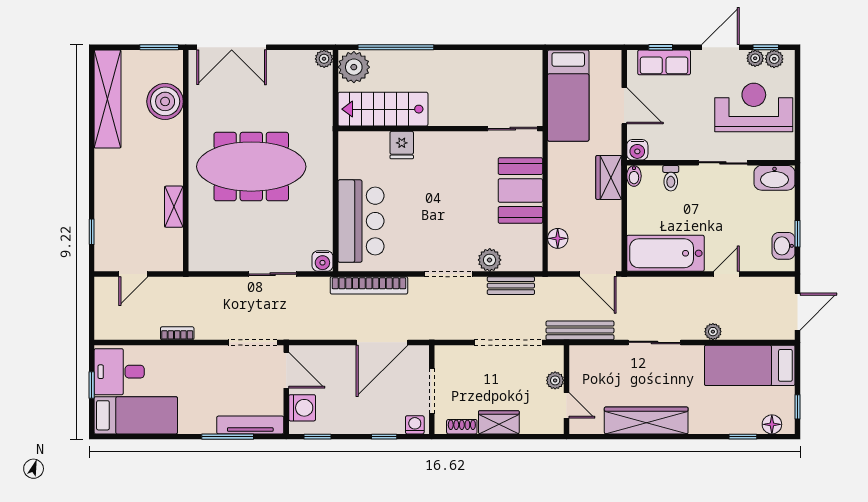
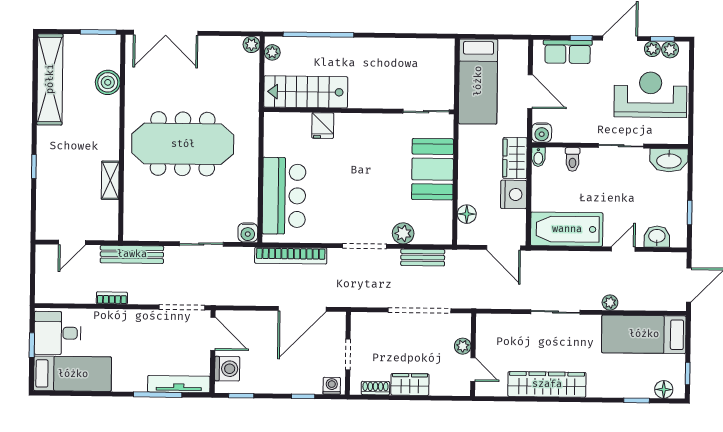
window: (661, 47) -> (581, 38), moved
plant: (354, 67) -> (272, 52), width x0.53, depth x0.53
boiler: (165, 101) -> (108, 82), width x0.73, depth x0.73
nightstand: (608, 217) -> (514, 194), added
window: (92, 232) -> (34, 167), moved
washbasin: (783, 246) -> (657, 237), moved, turned 90
bench: (580, 330) -> (132, 254), moved
doorway: (432, 391) -> (348, 354), width x0.73

